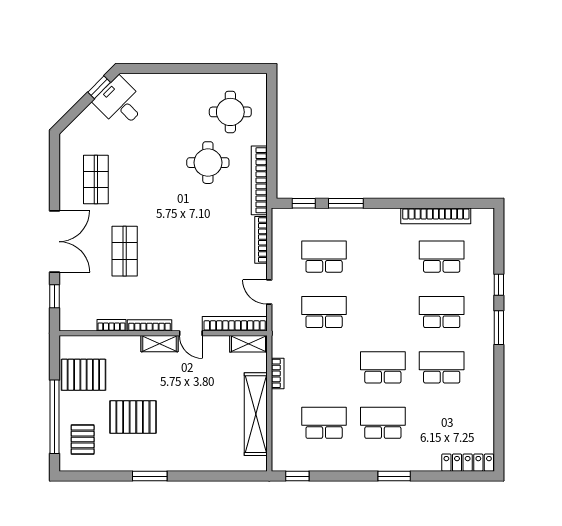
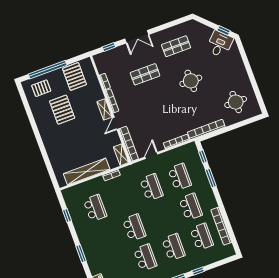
round table: (208, 163) -> (191, 81), moved
double door: (54, 242) -> (137, 37), width x0.73
school desk: (383, 423) -> (191, 207), moved
window: (150, 476) -> (35, 129), removed
window: (297, 476) -> (67, 216), moved

